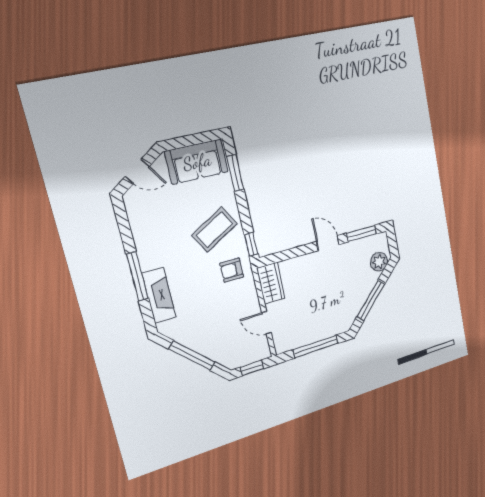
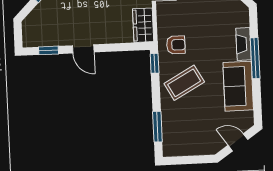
sofa: (197, 162) -> (238, 86), moved, turned -90
window: (361, 233) -> (48, 50), width x0.67
plant: (379, 262) -> (35, 20), removed
fireplace: (159, 295) -> (243, 44), width x0.73, depth x0.76

